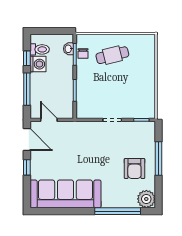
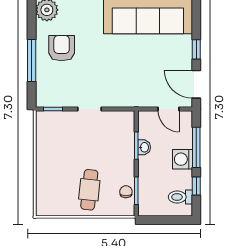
washbasin: (69, 49) -> (144, 147), moved
cafe table: (112, 55) -> (89, 190), turned -70
washing machine: (38, 64) -> (182, 159), moved

